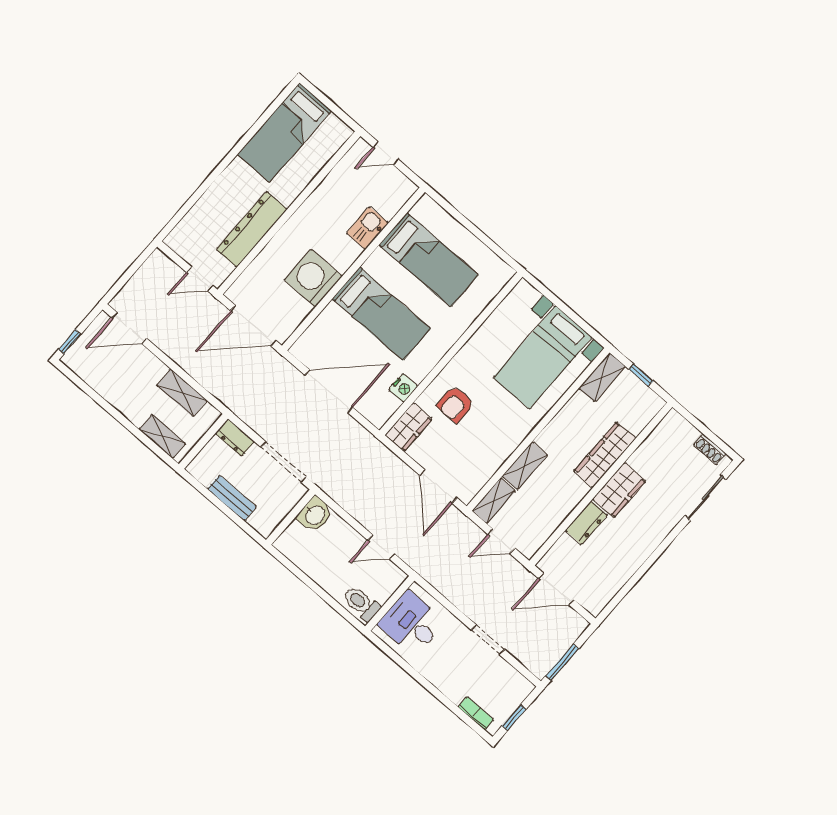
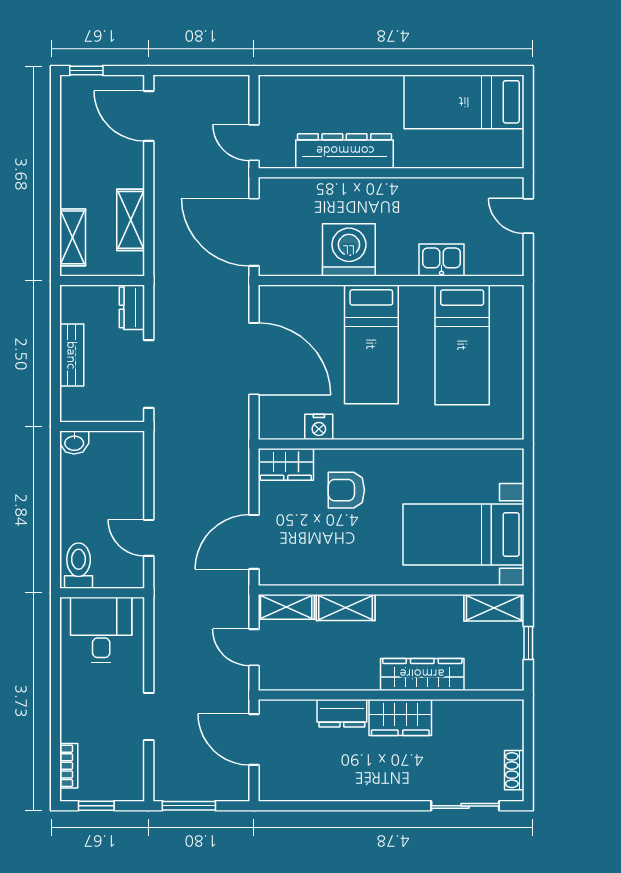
washbasin: (315, 515) -> (74, 442), moved, width x0.72, depth x0.69

